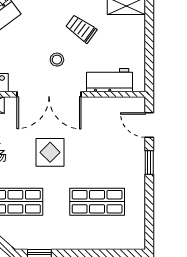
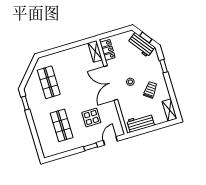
workbench: (109, 80) -> (141, 123), moved, turned -90
display table: (50, 152) -> (91, 117), moved

